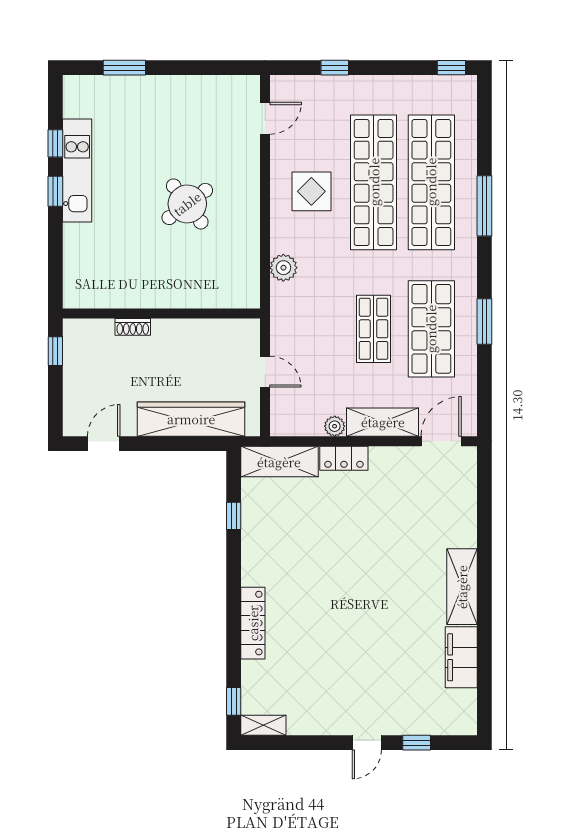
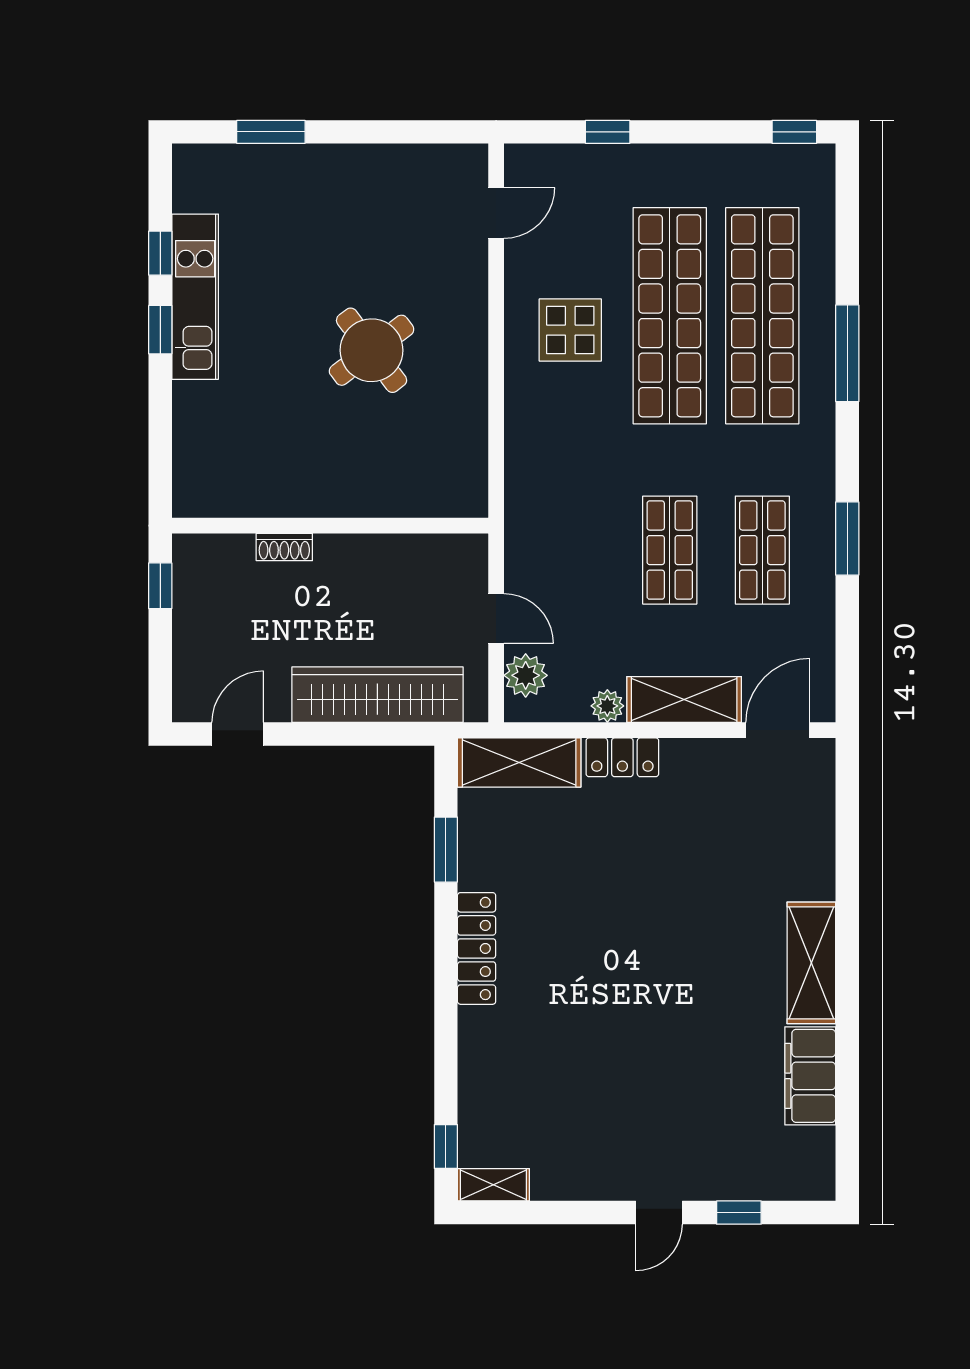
plant: (283, 268) -> (526, 675), moved
shop shelf: (431, 329) -> (762, 550), width x0.70, depth x0.74
window: (234, 516) -> (446, 850), width x1.50
locker: (253, 623) -> (477, 948), moved

